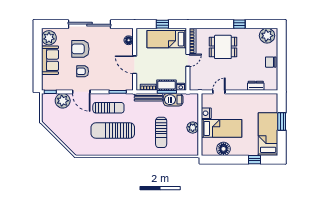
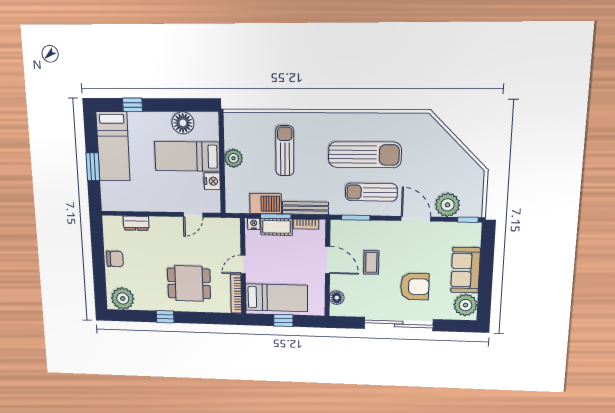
coffee table: (108, 64) -> (371, 262), added
armchair: (83, 71) -> (412, 251), removed

